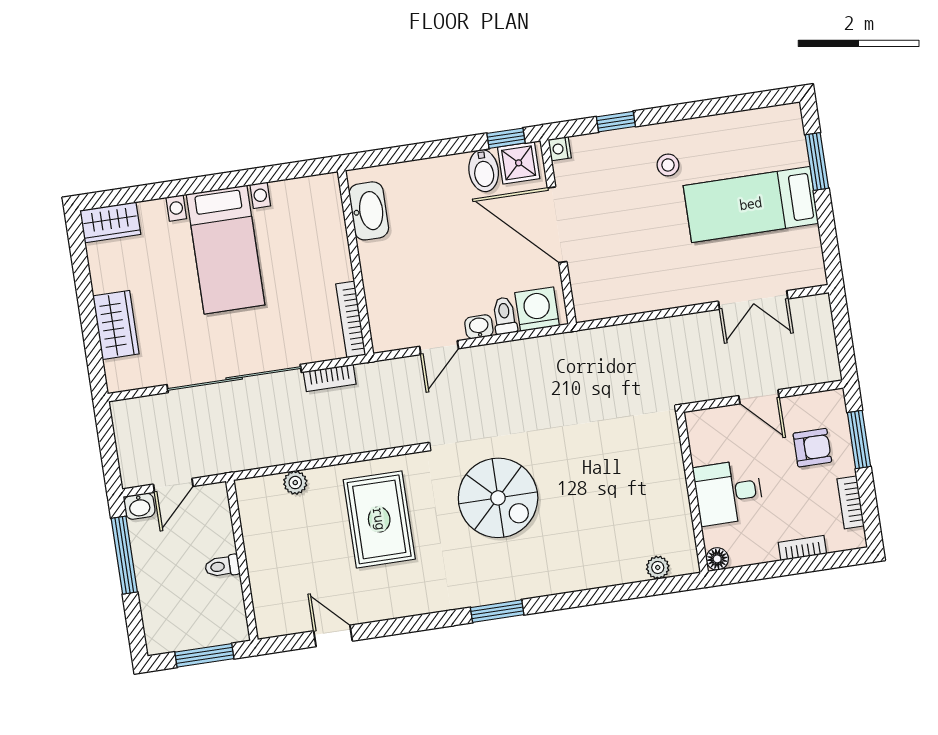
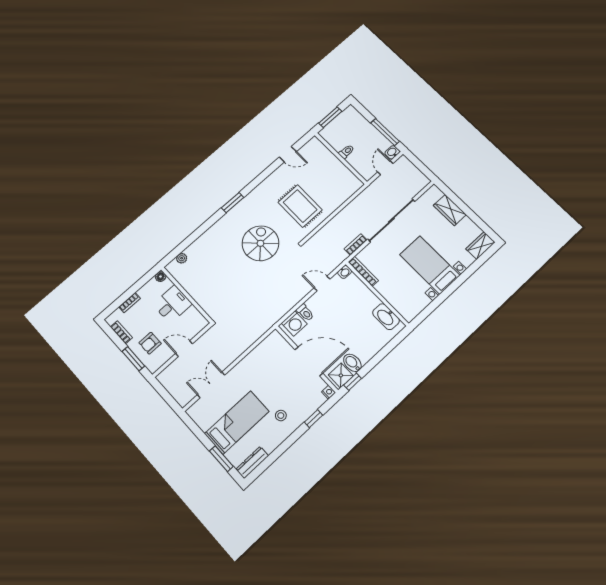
dresser: (769, 119) -> (252, 462), added
washbasin: (479, 327) -> (345, 272), moved
door: (439, 348) -> (322, 284), hinge flipped
plant: (295, 483) -> (341, 198), removed
spiral stairs: (498, 498) -> (260, 243), turned 90

